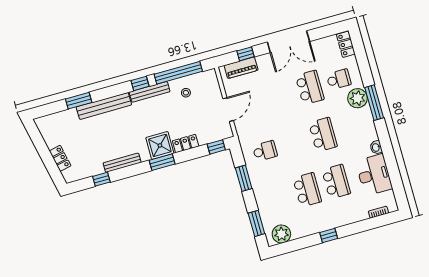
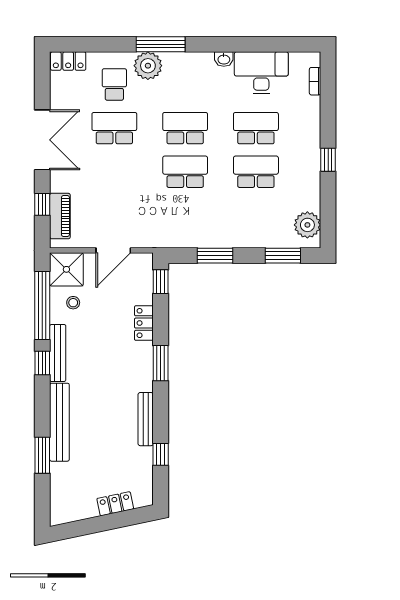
door: (228, 110) -> (113, 250), swing flipped
shower: (160, 145) -> (66, 269), moved
school desk: (265, 151) -> (185, 172), moved, width x1.85

